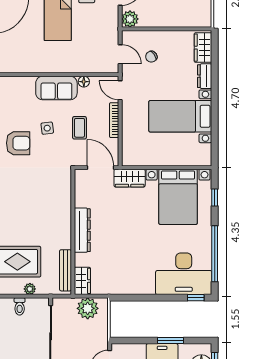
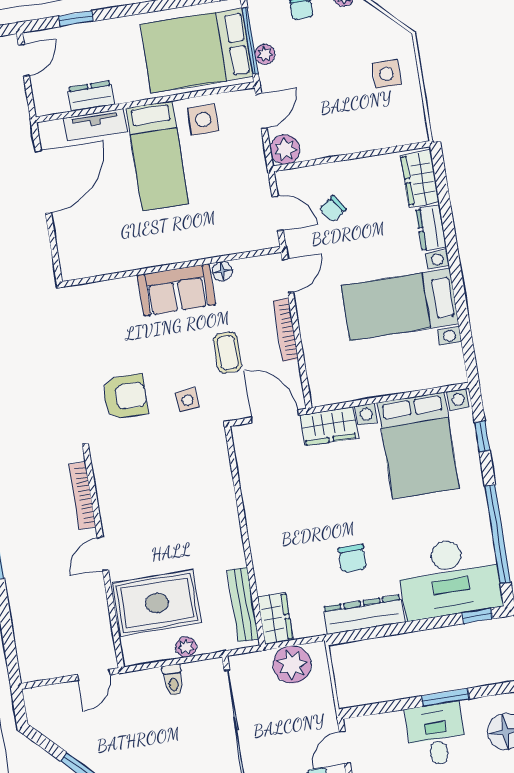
door: (120, 90) -> (288, 276), swing flipped
side table: (47, 128) -> (188, 400), moved
dresser: (82, 230) -> (364, 615), moved, turned -90
chair: (131, 254) -> (352, 558), added

